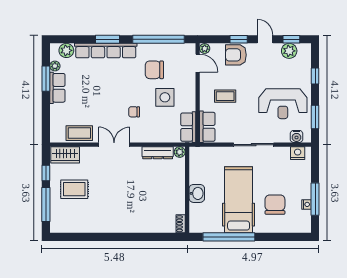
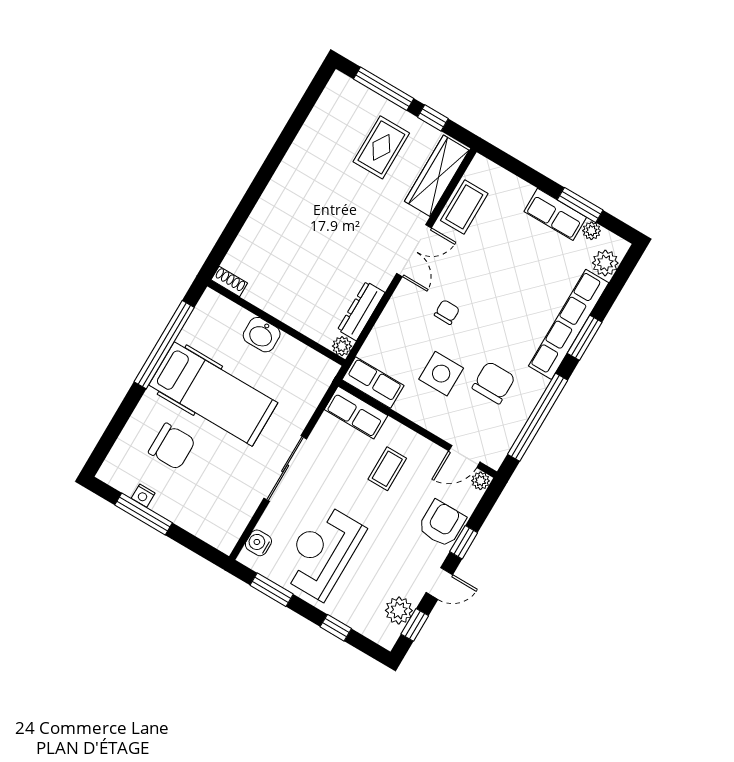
nightstand: (298, 153) -> (231, 529), removed
wardrobe: (65, 155) -> (437, 176), width x1.50

